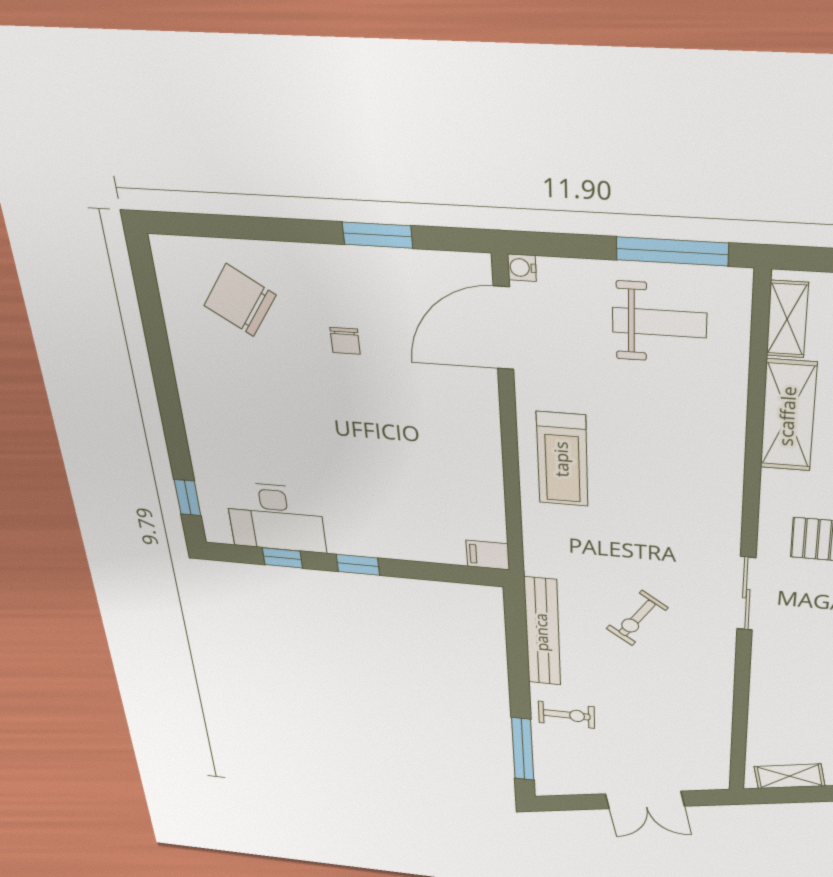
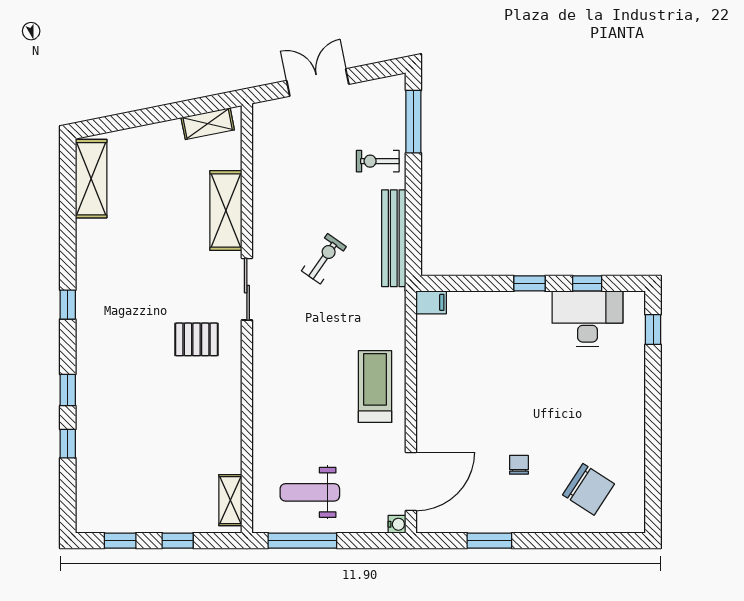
shelving: (788, 416) -> (226, 210), moved

